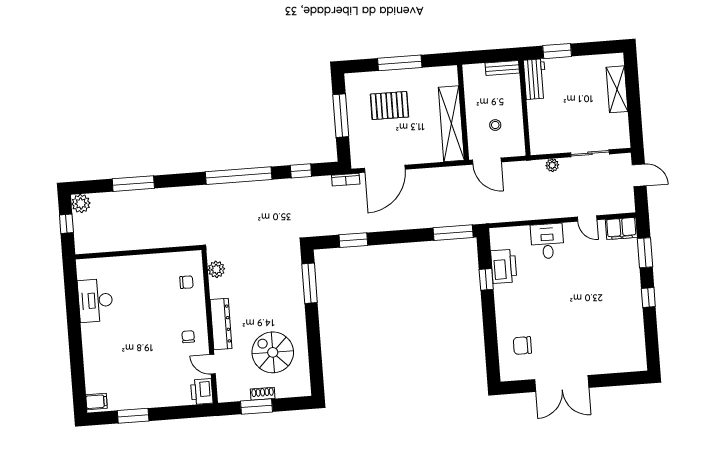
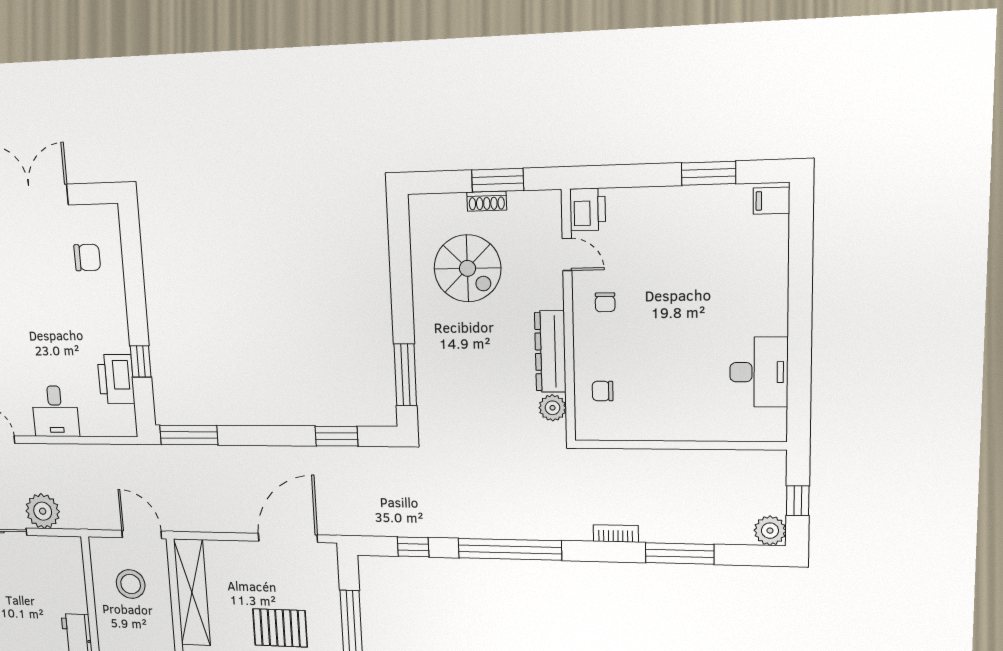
stool: (495, 125) -> (131, 584), width x1.89, depth x1.89
plant: (552, 165) -> (43, 511), width x1.88, depth x1.88
bookcase: (346, 180) -> (616, 533), moved
dresser: (221, 324) -> (550, 352), moved

